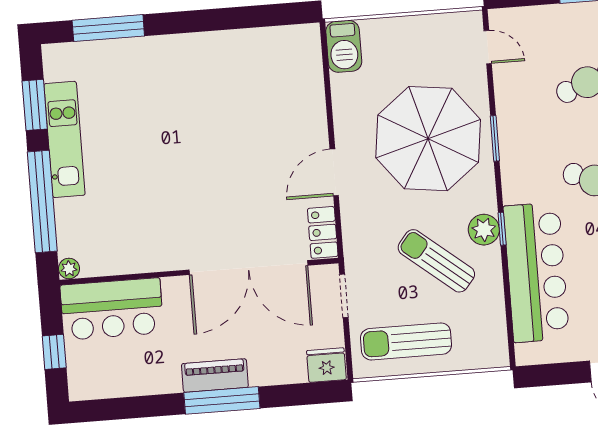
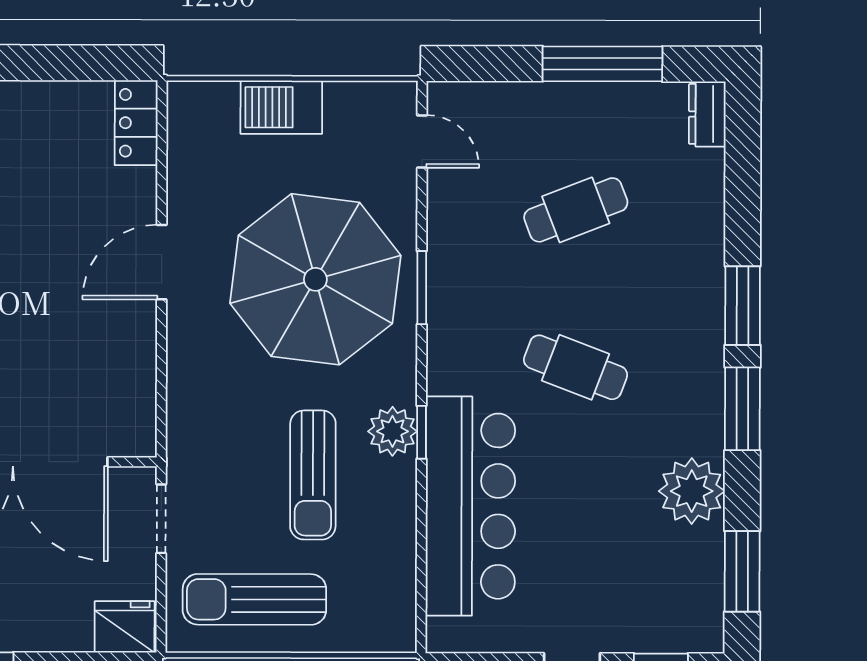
barbecue: (344, 46) -> (281, 107), moved, turned 90
door: (334, 172) -> (162, 262), moved
locker: (323, 232) -> (136, 123), moved
sun lounger: (436, 261) -> (313, 475), turned -129

